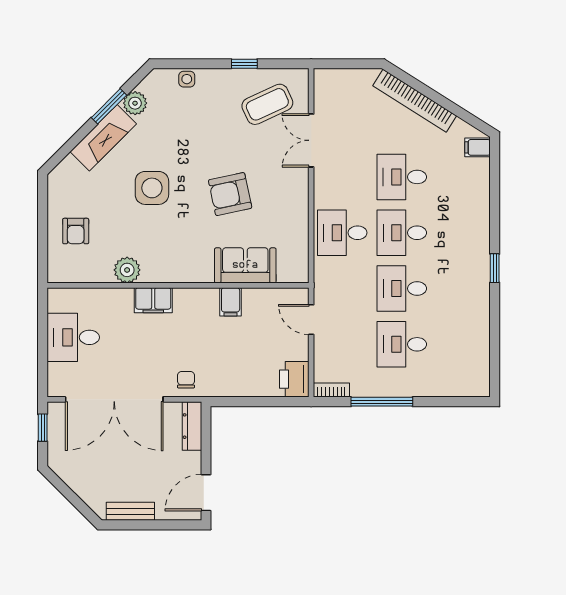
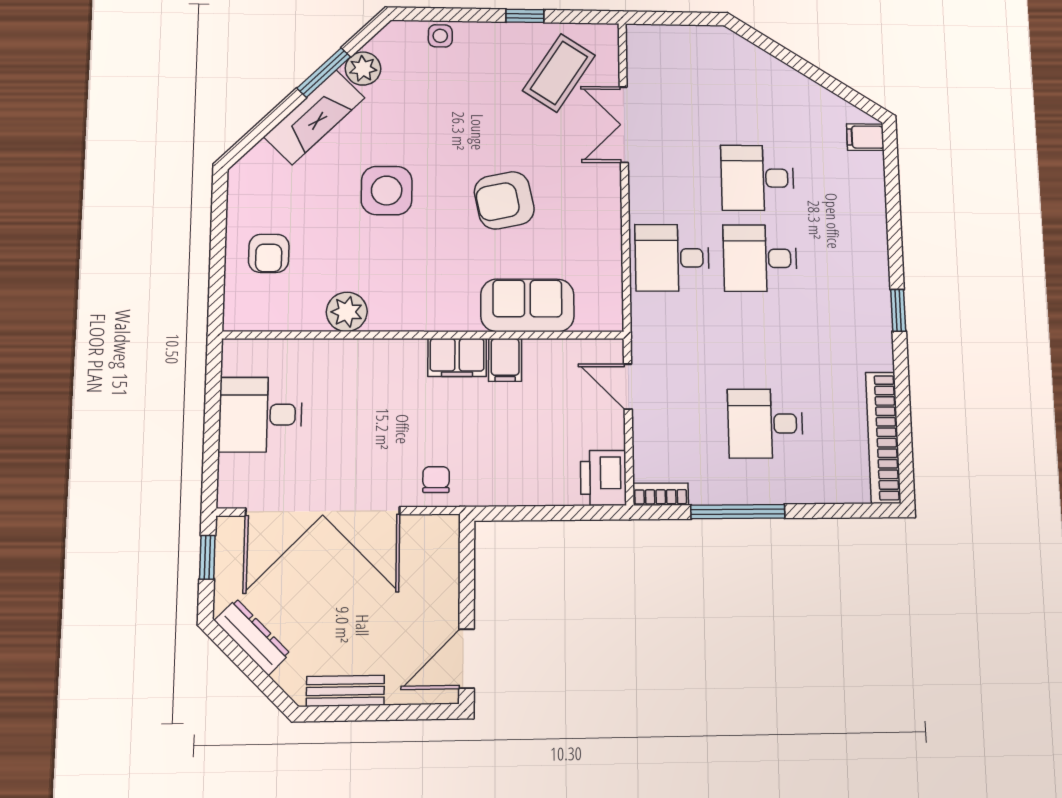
bookcase: (415, 101) -> (883, 437), moved, turned 58
coffee table: (267, 104) -> (559, 73), turned -32
desk: (402, 289) -> (763, 340), removed
filing cabinet: (153, 300) -> (457, 357), moved
dresser: (192, 426) -> (252, 637), moved, turned 135

